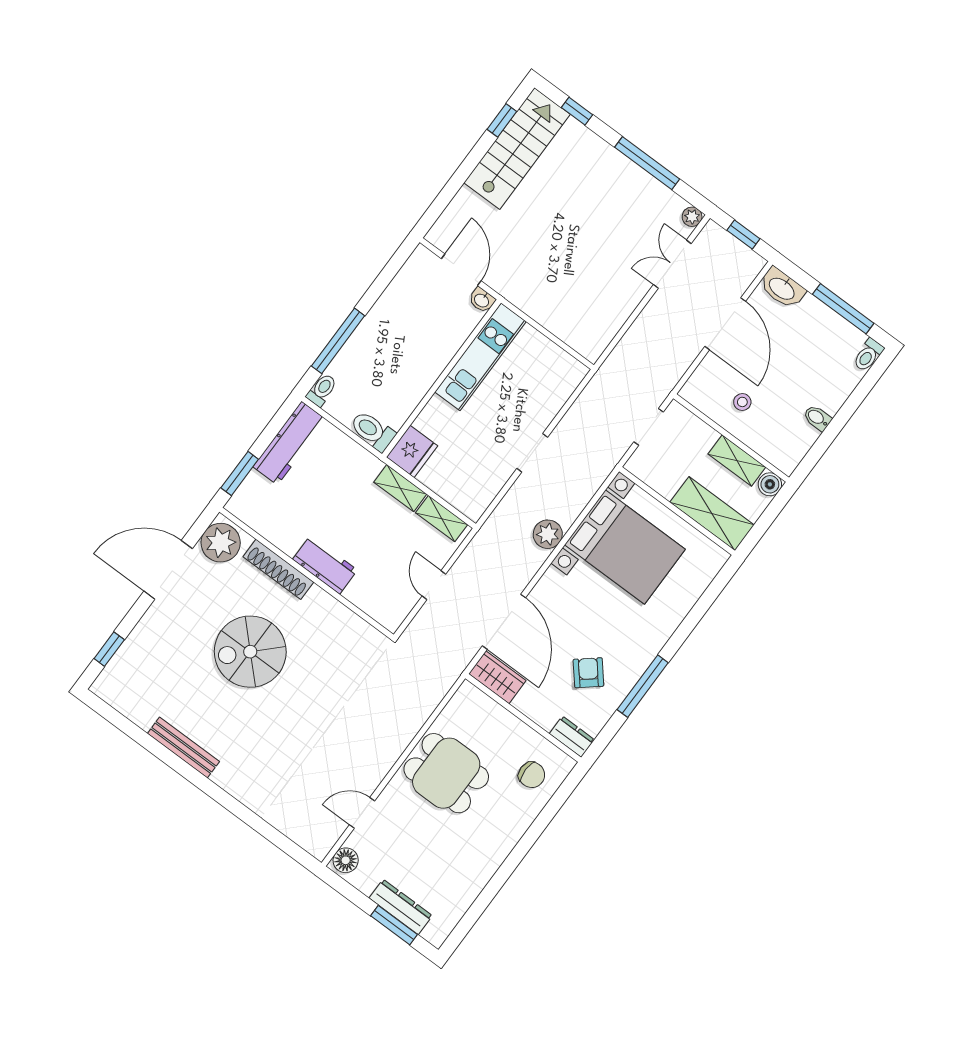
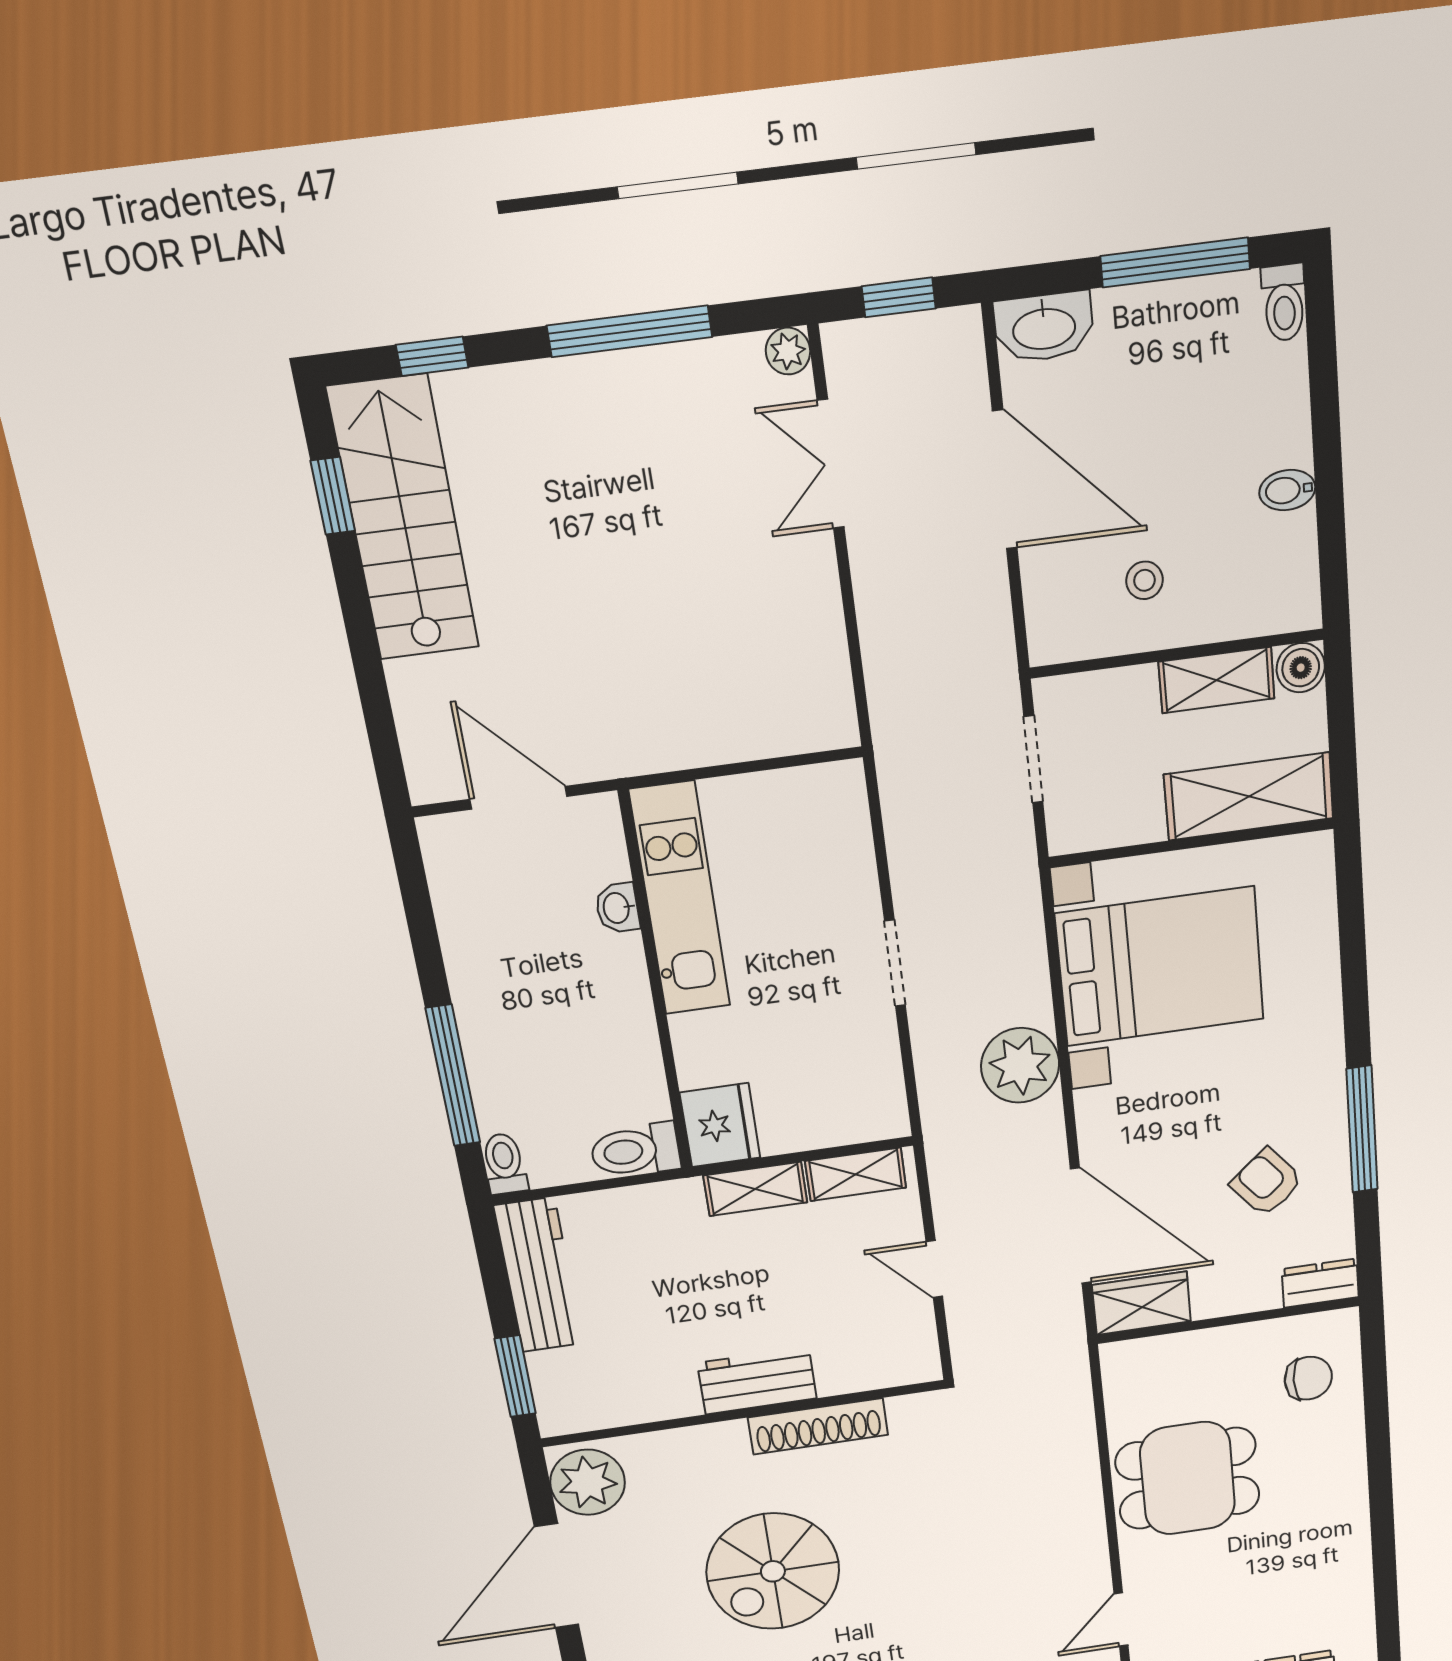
washbasin: (482, 300) -> (617, 908), moved, turned 90
plant: (548, 534) -> (1020, 1065), width x1.36, depth x1.36
shoe rack: (278, 569) -> (818, 1426), moved

